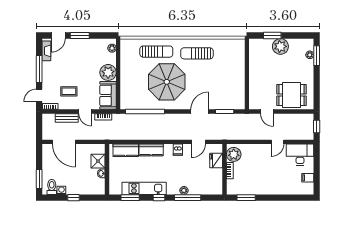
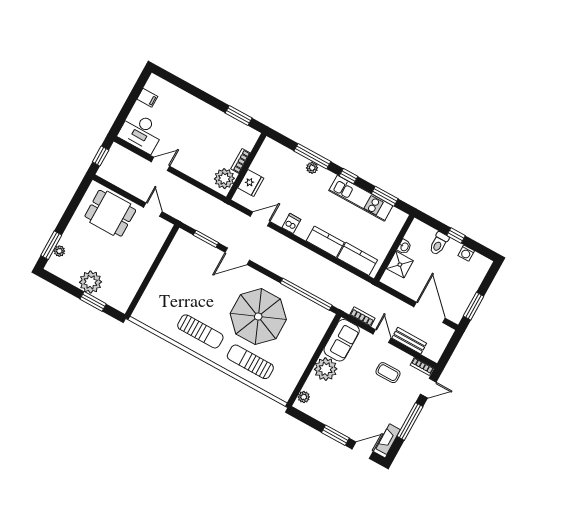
window: (39, 179) -> (474, 306), moved
toilet: (52, 187) -> (439, 244), moved

